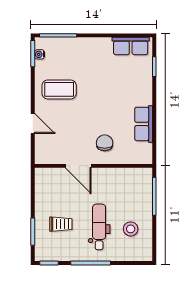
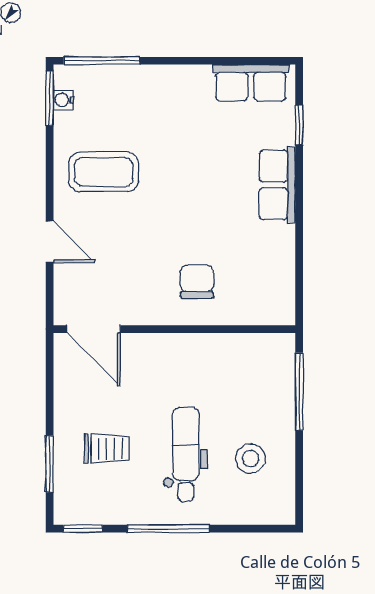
row of seats: (144, 124) -> (277, 185), moved
door: (78, 166) -> (94, 329), moved

